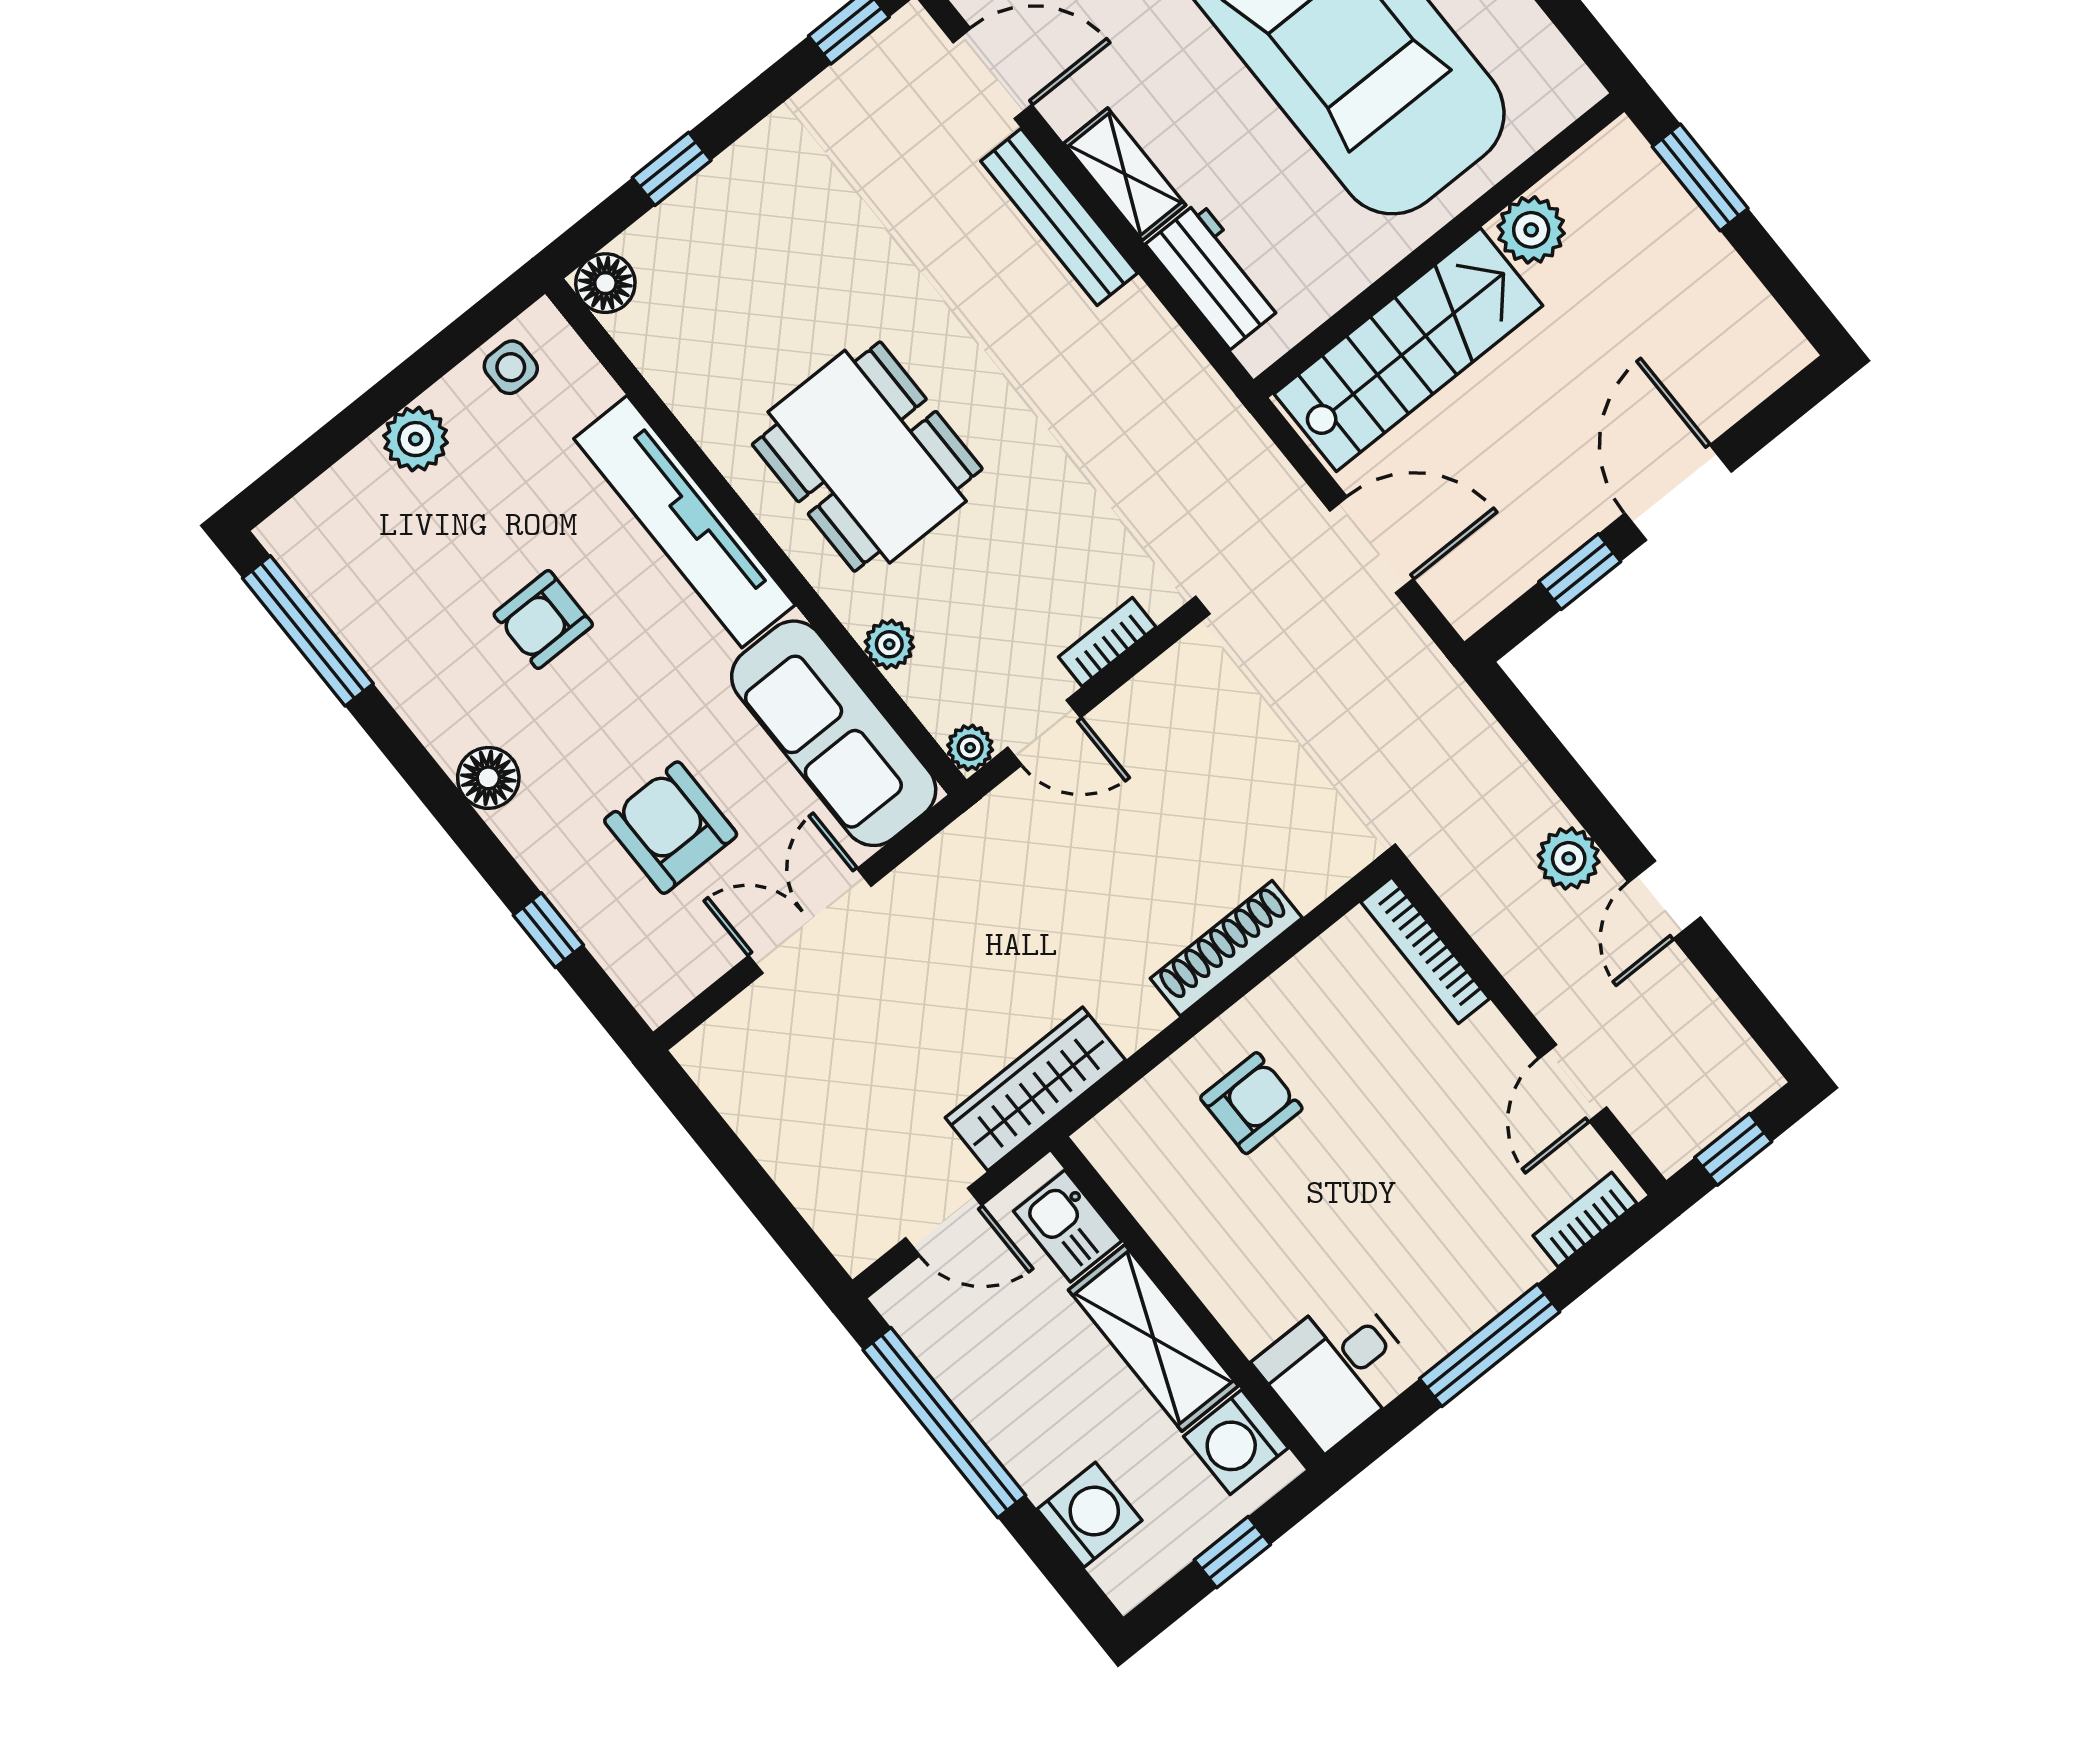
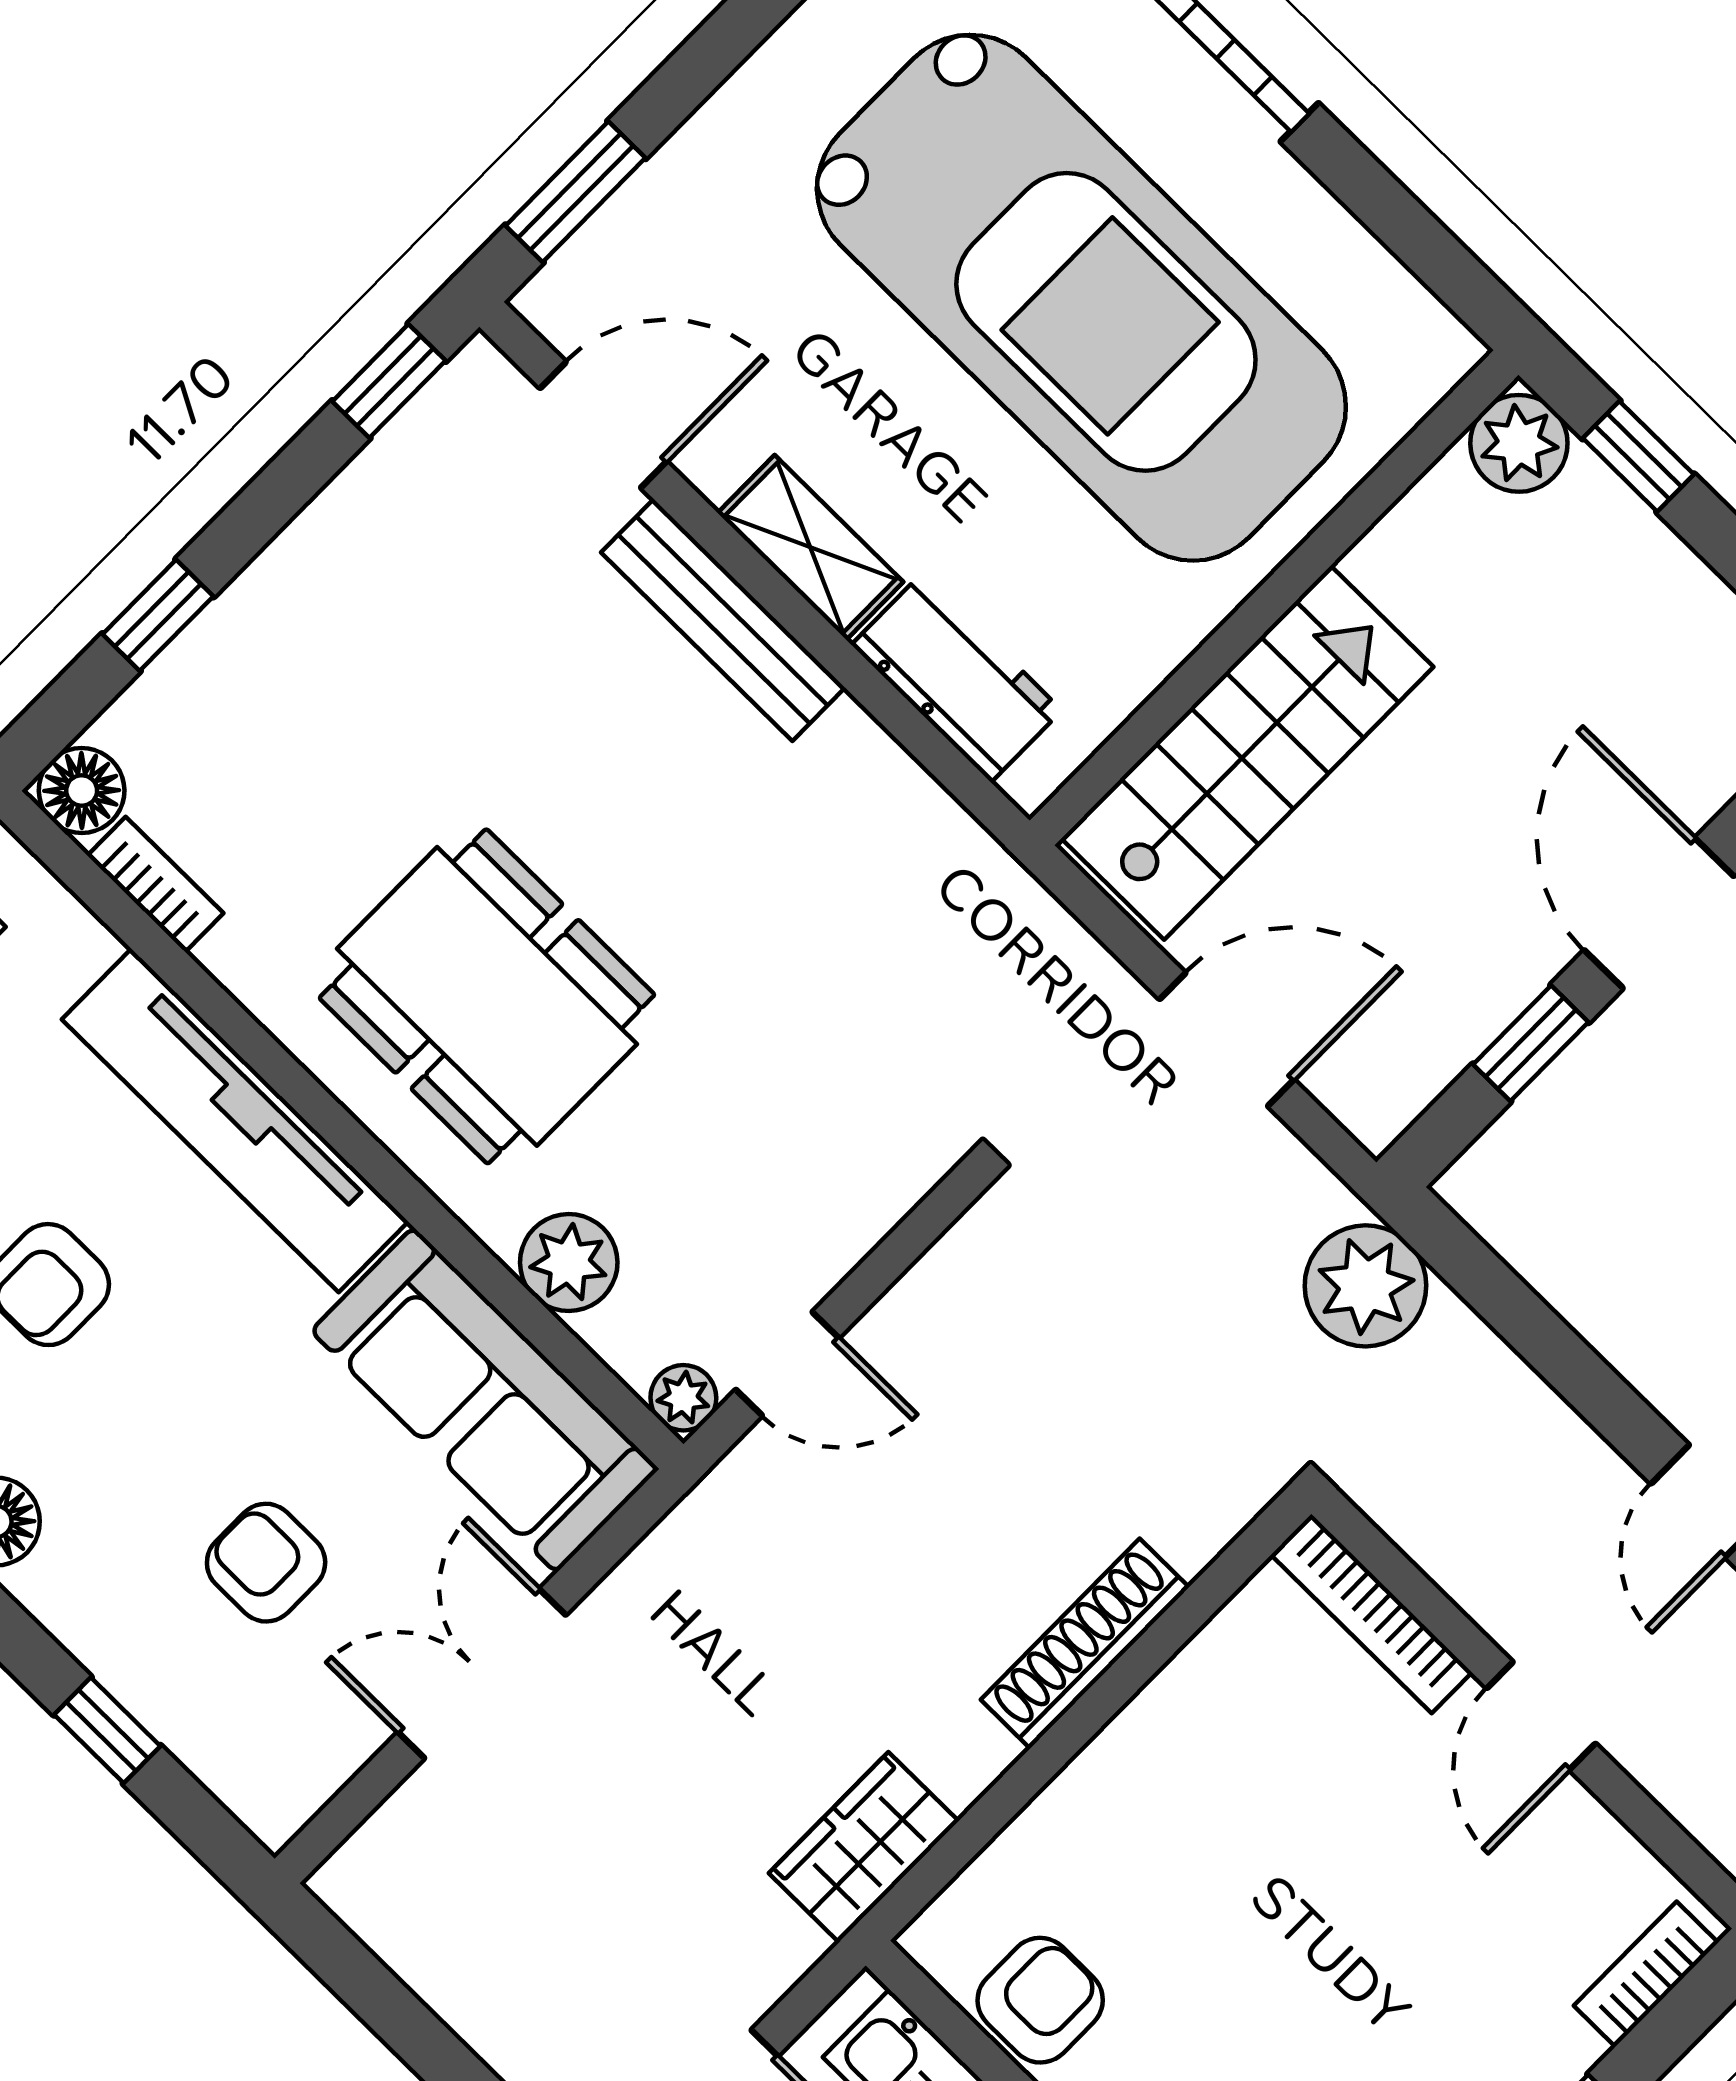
window: (1700, 177) -> (1638, 456), width x0.67
plant: (1531, 230) -> (1519, 443), moved
bookcase: (1107, 642) -> (155, 884), moved, turned 90
plant: (889, 644) -> (569, 1262), width x1.38, depth x1.38
armchair: (671, 828) -> (266, 1563), width x0.72, depth x0.72
plant: (1569, 858) -> (1365, 1286), moved, width x1.36, depth x1.36
door: (1573, 1083) -> (1541, 1716), moved
wardrobe: (1035, 1089) -> (864, 1847), width x0.67
armchair: (1251, 1103) -> (1040, 2000), moved

